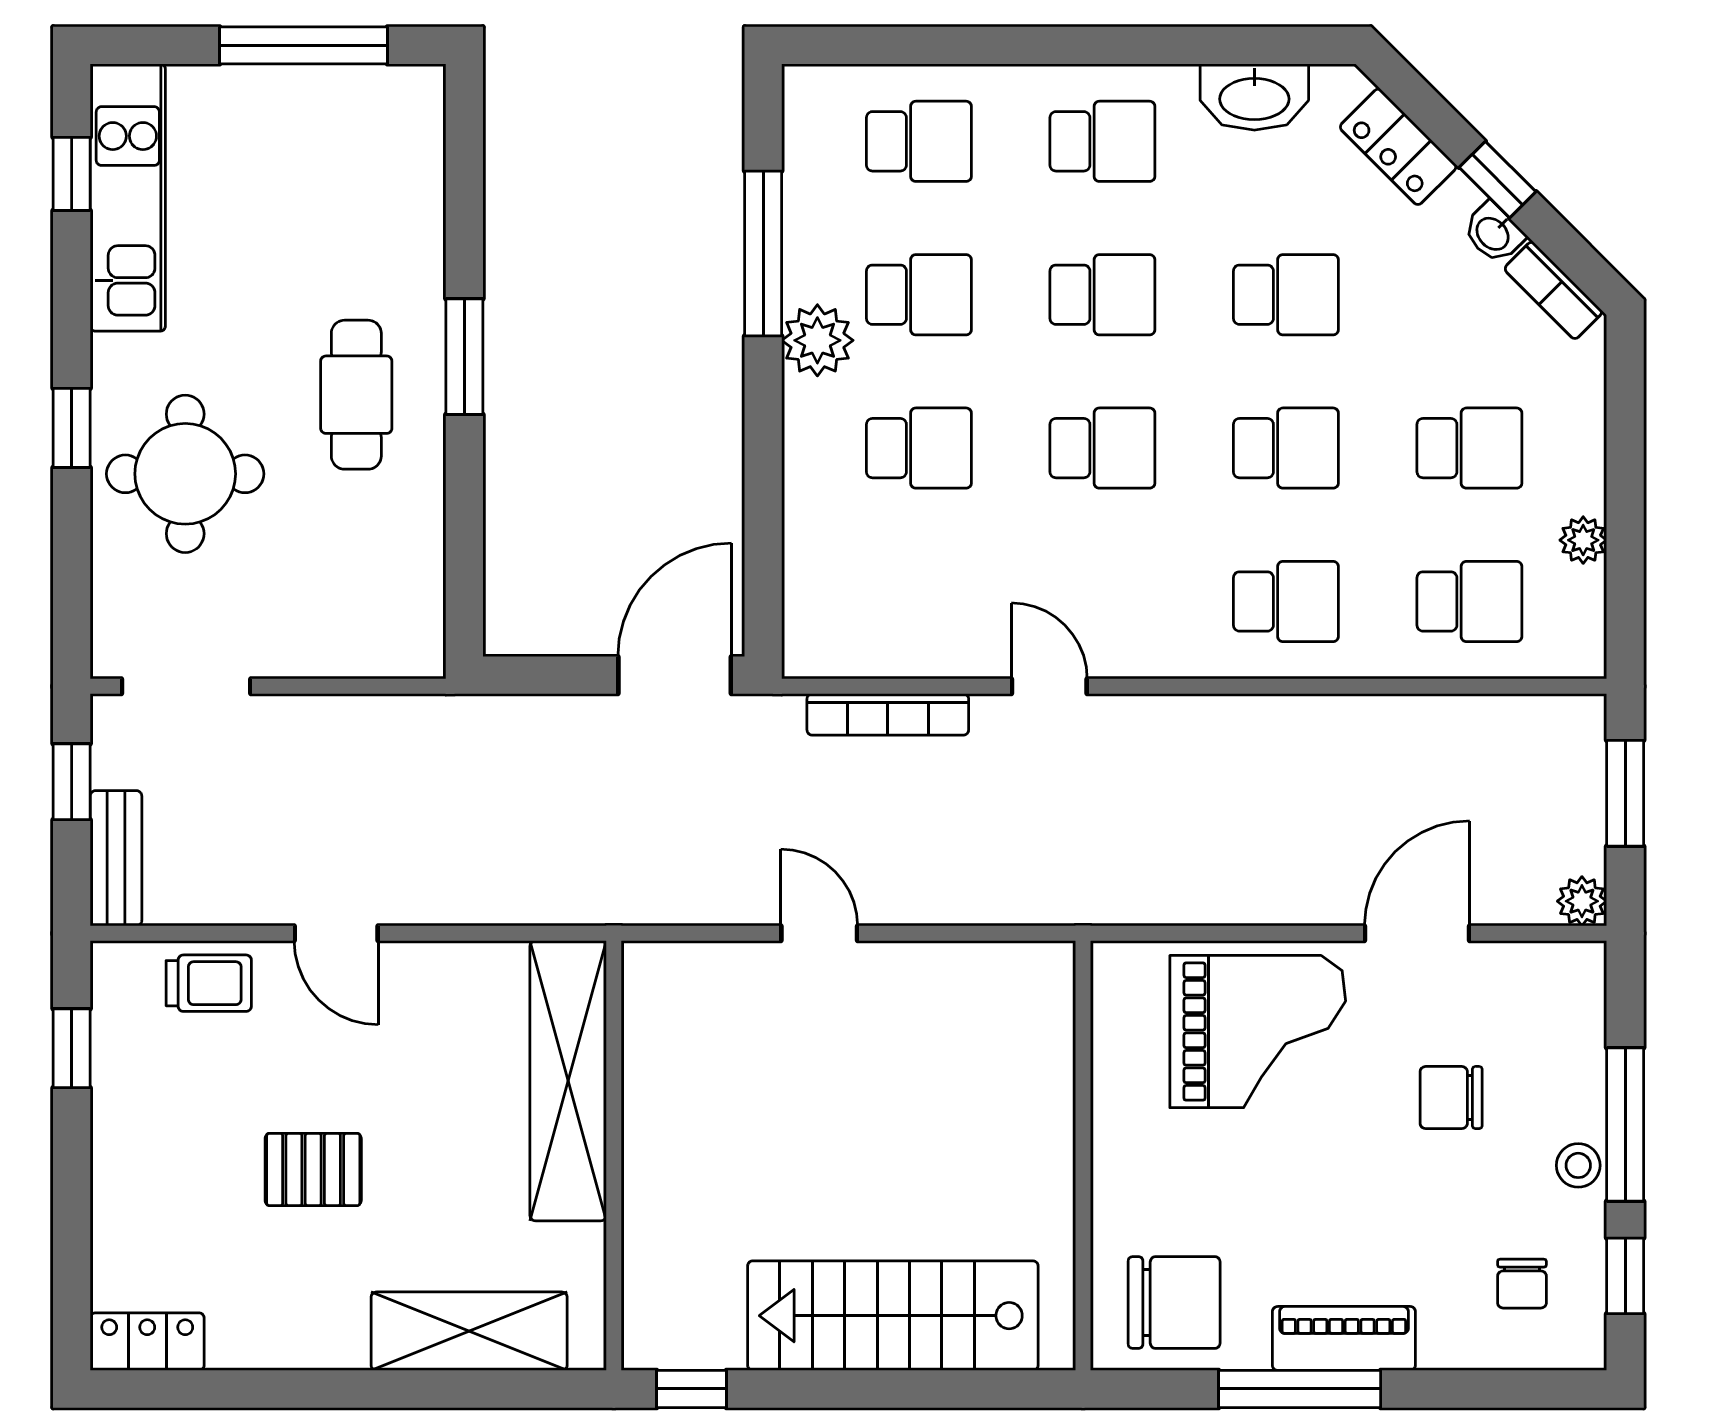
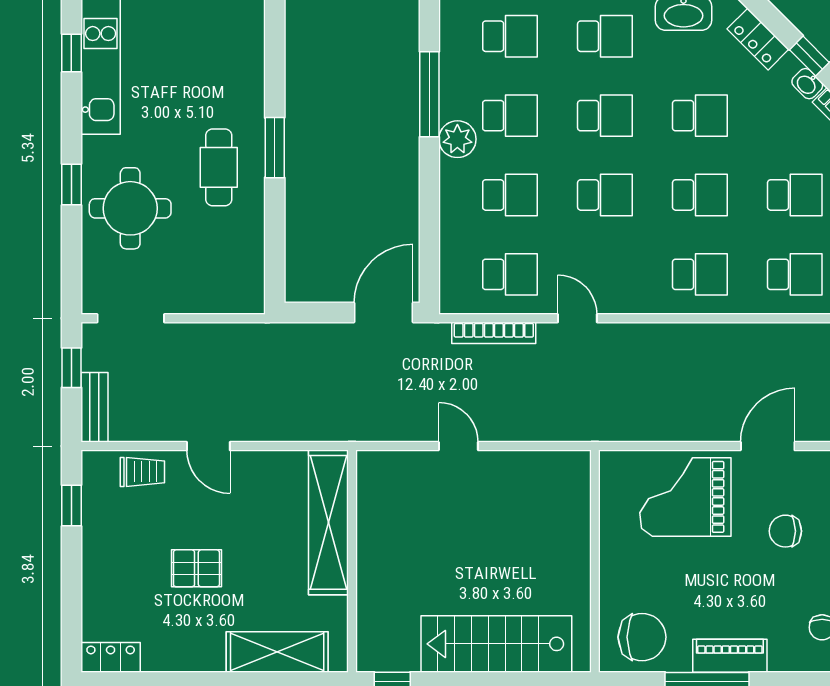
school desk: (919, 601) -> (510, 274), added
grand piano: (1258, 1032) -> (685, 497), turned 180

